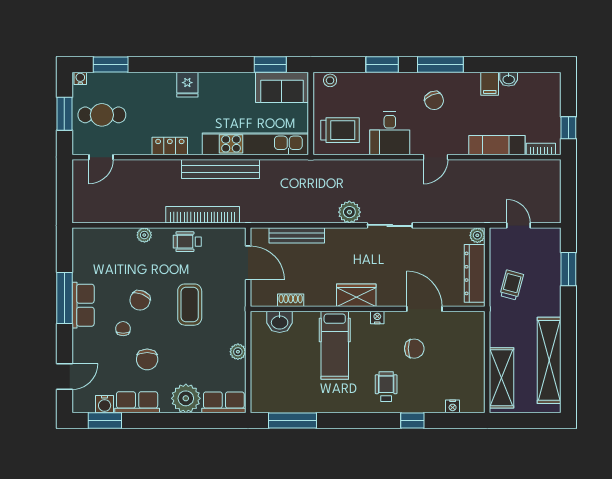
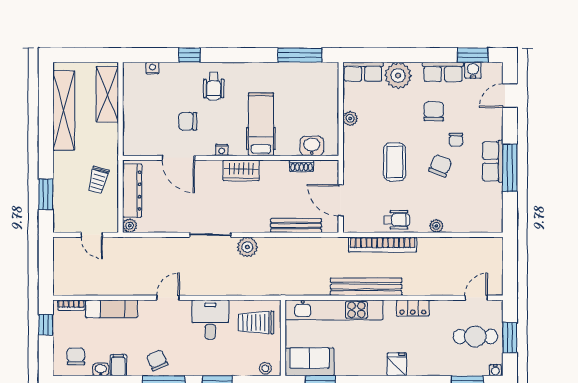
chair: (536, 93) -> (76, 356), added
chair: (434, 100) -> (157, 360), moved

